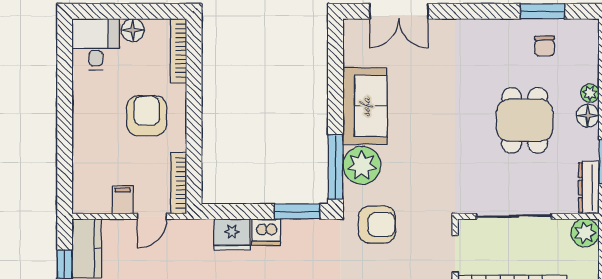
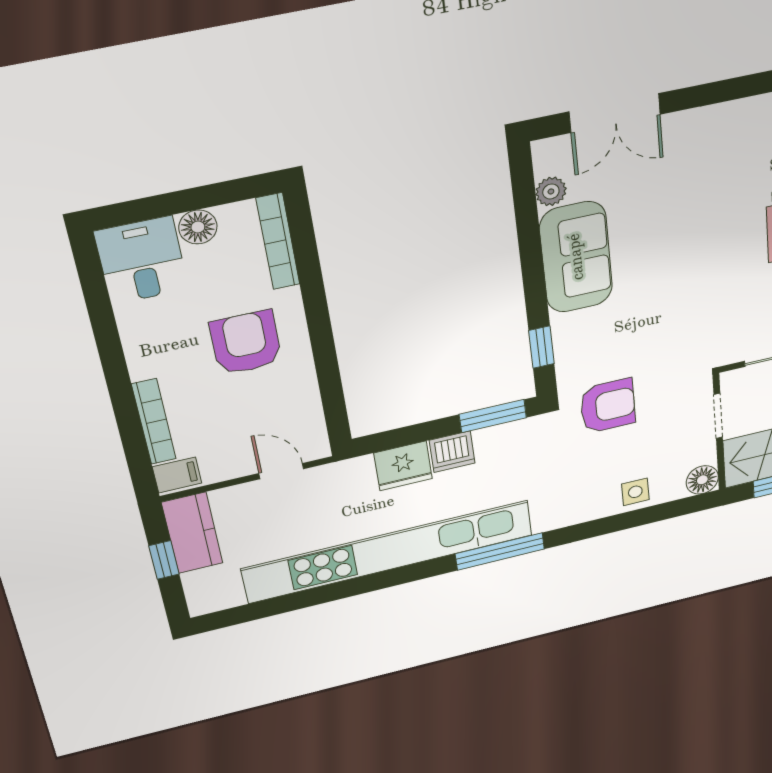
plant: (362, 165) -> (551, 191), moved, width x0.53, depth x0.53
window: (336, 167) -> (541, 347), width x0.46
bookcase: (179, 183) -> (154, 422), moved, turned 180
filing cabinet: (123, 200) -> (177, 475), moved, turned 90
door: (152, 216) -> (281, 471), swing flipped

